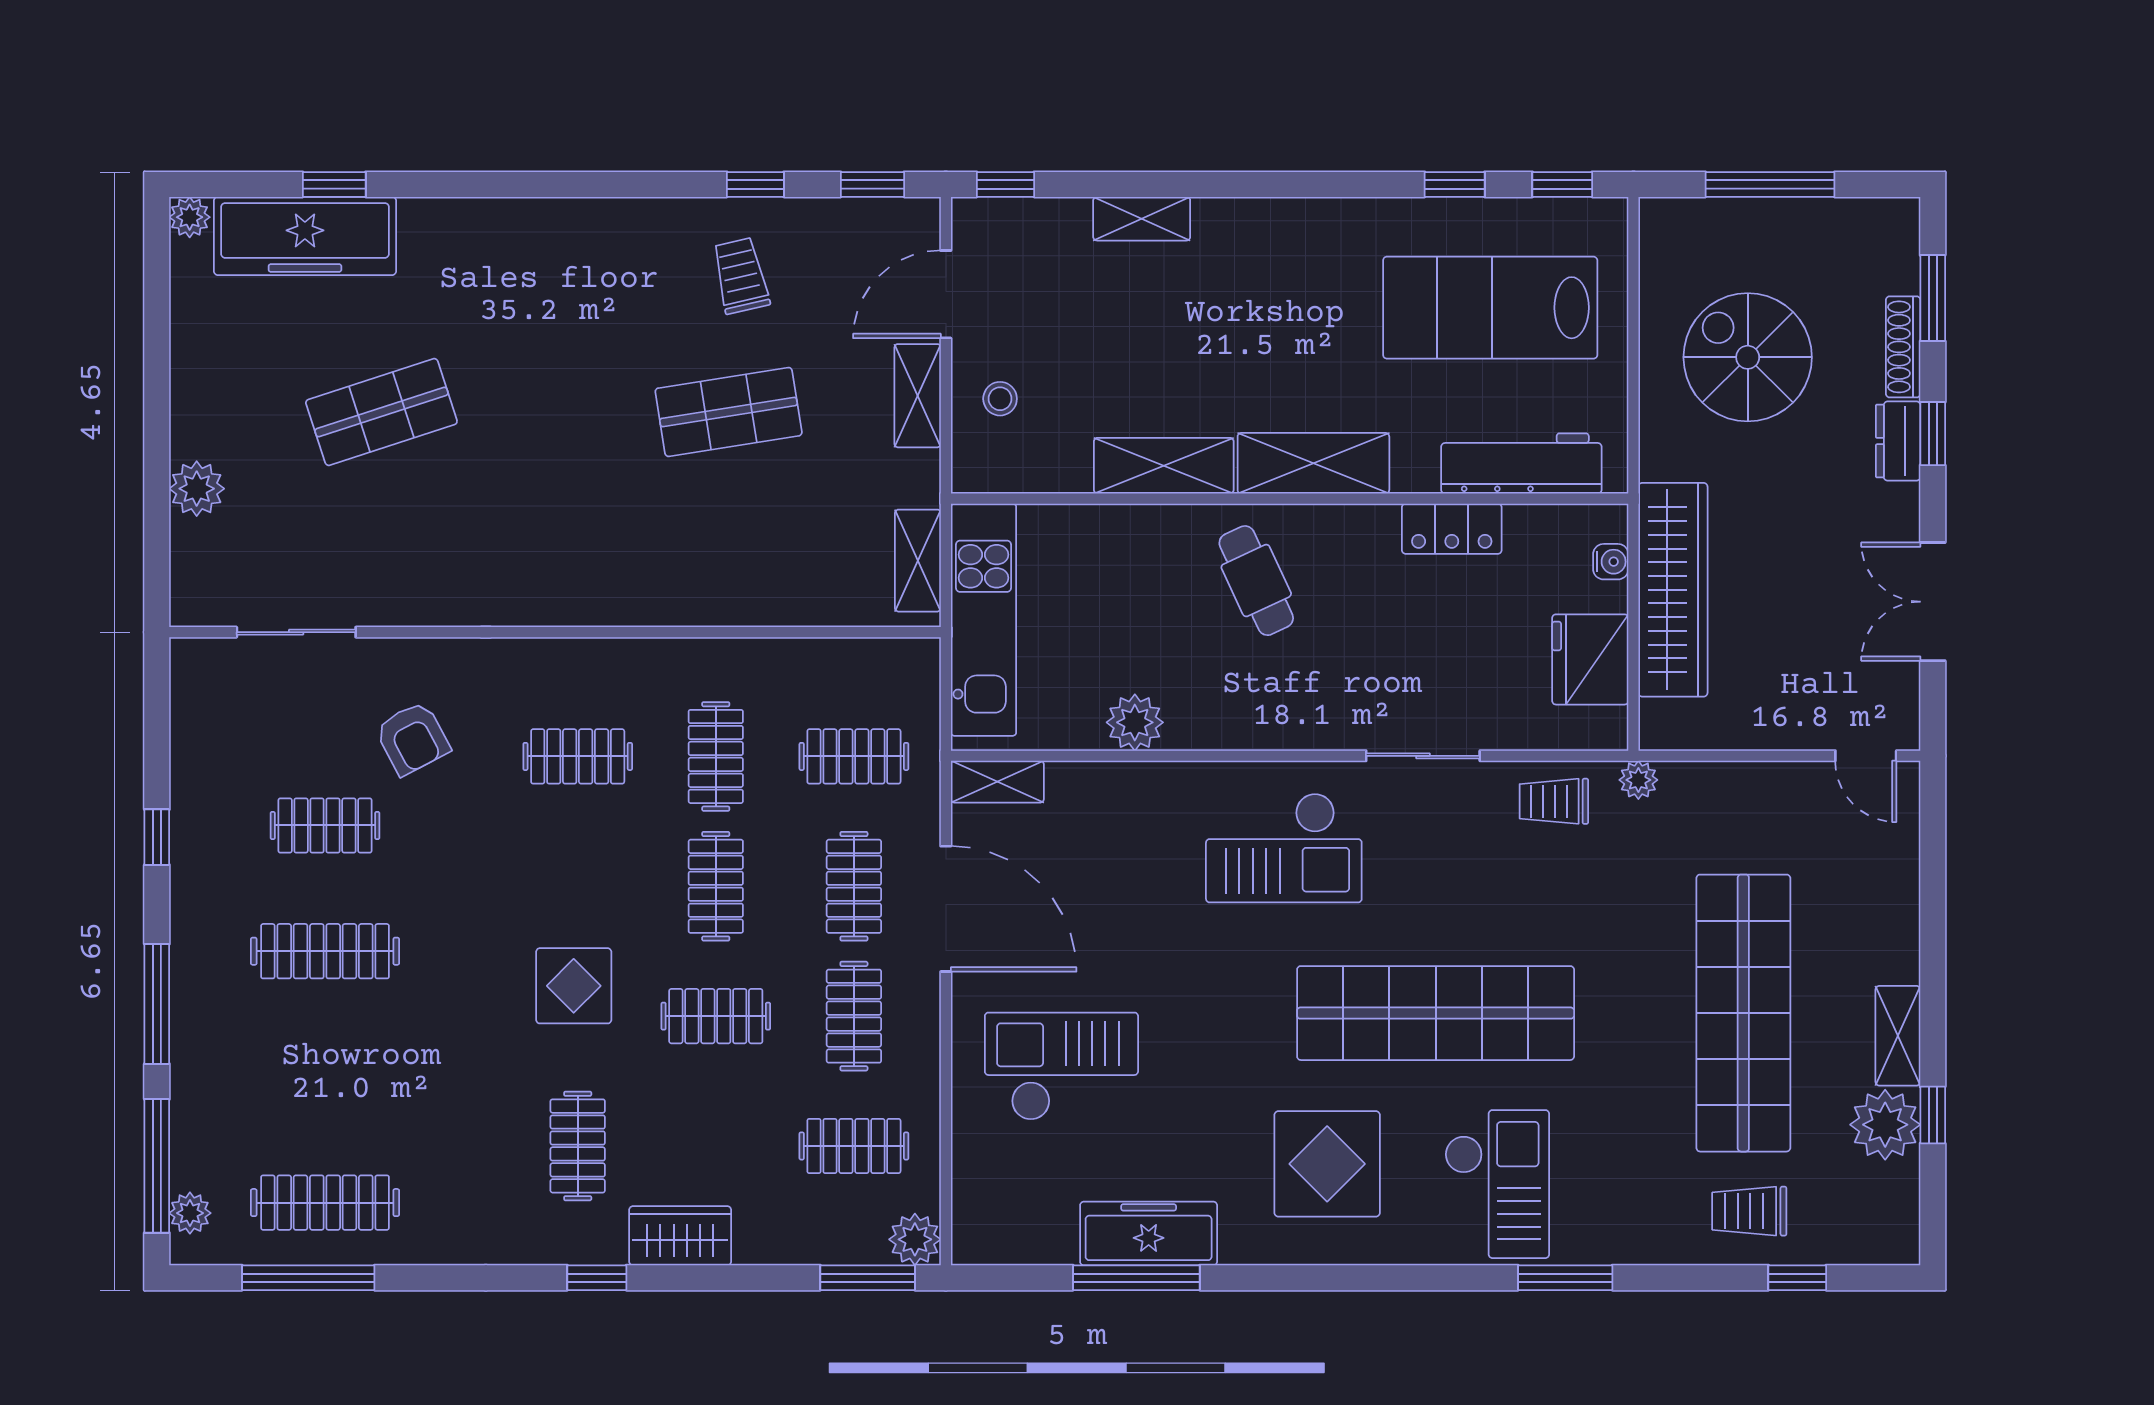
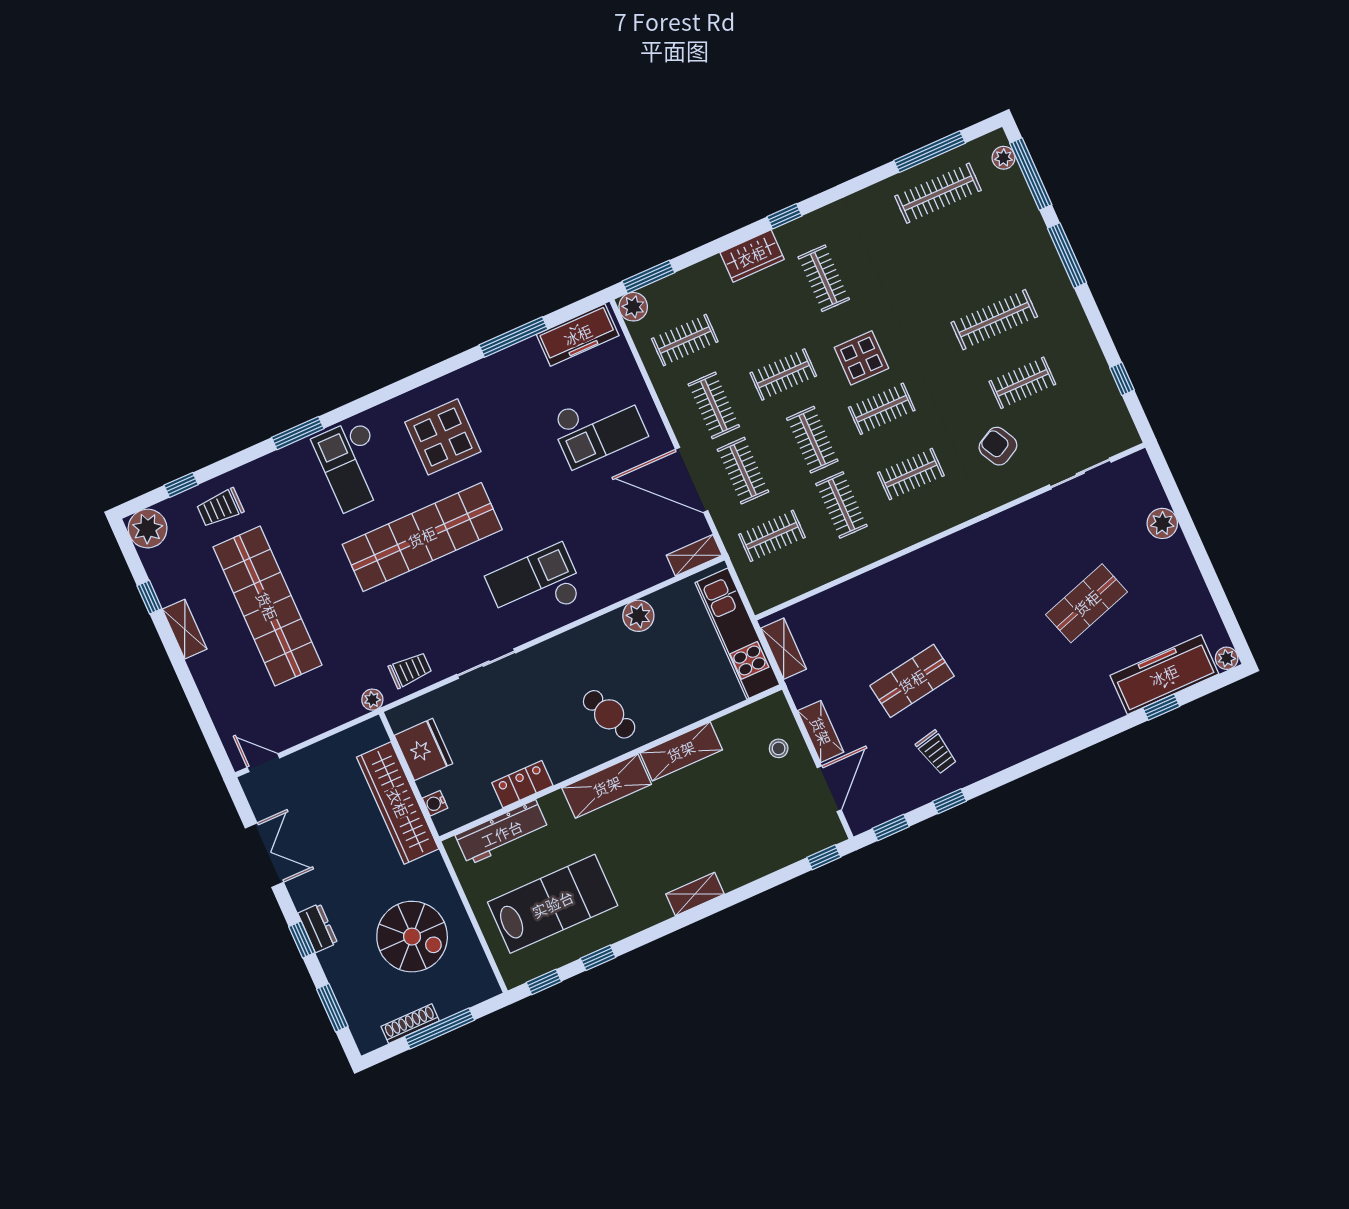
shelving: (1142, 219) -> (695, 894), moved
shoe rack: (1903, 347) -> (410, 1024), moved, turned -90
window: (157, 837) -> (1122, 379), moved
clothes rail: (578, 886) -> (882, 409), added
plant: (1885, 1125) -> (148, 529), moved
trolley: (1749, 1211) -> (220, 508), turned 180
freezer: (1149, 1233) -> (578, 335), moved

